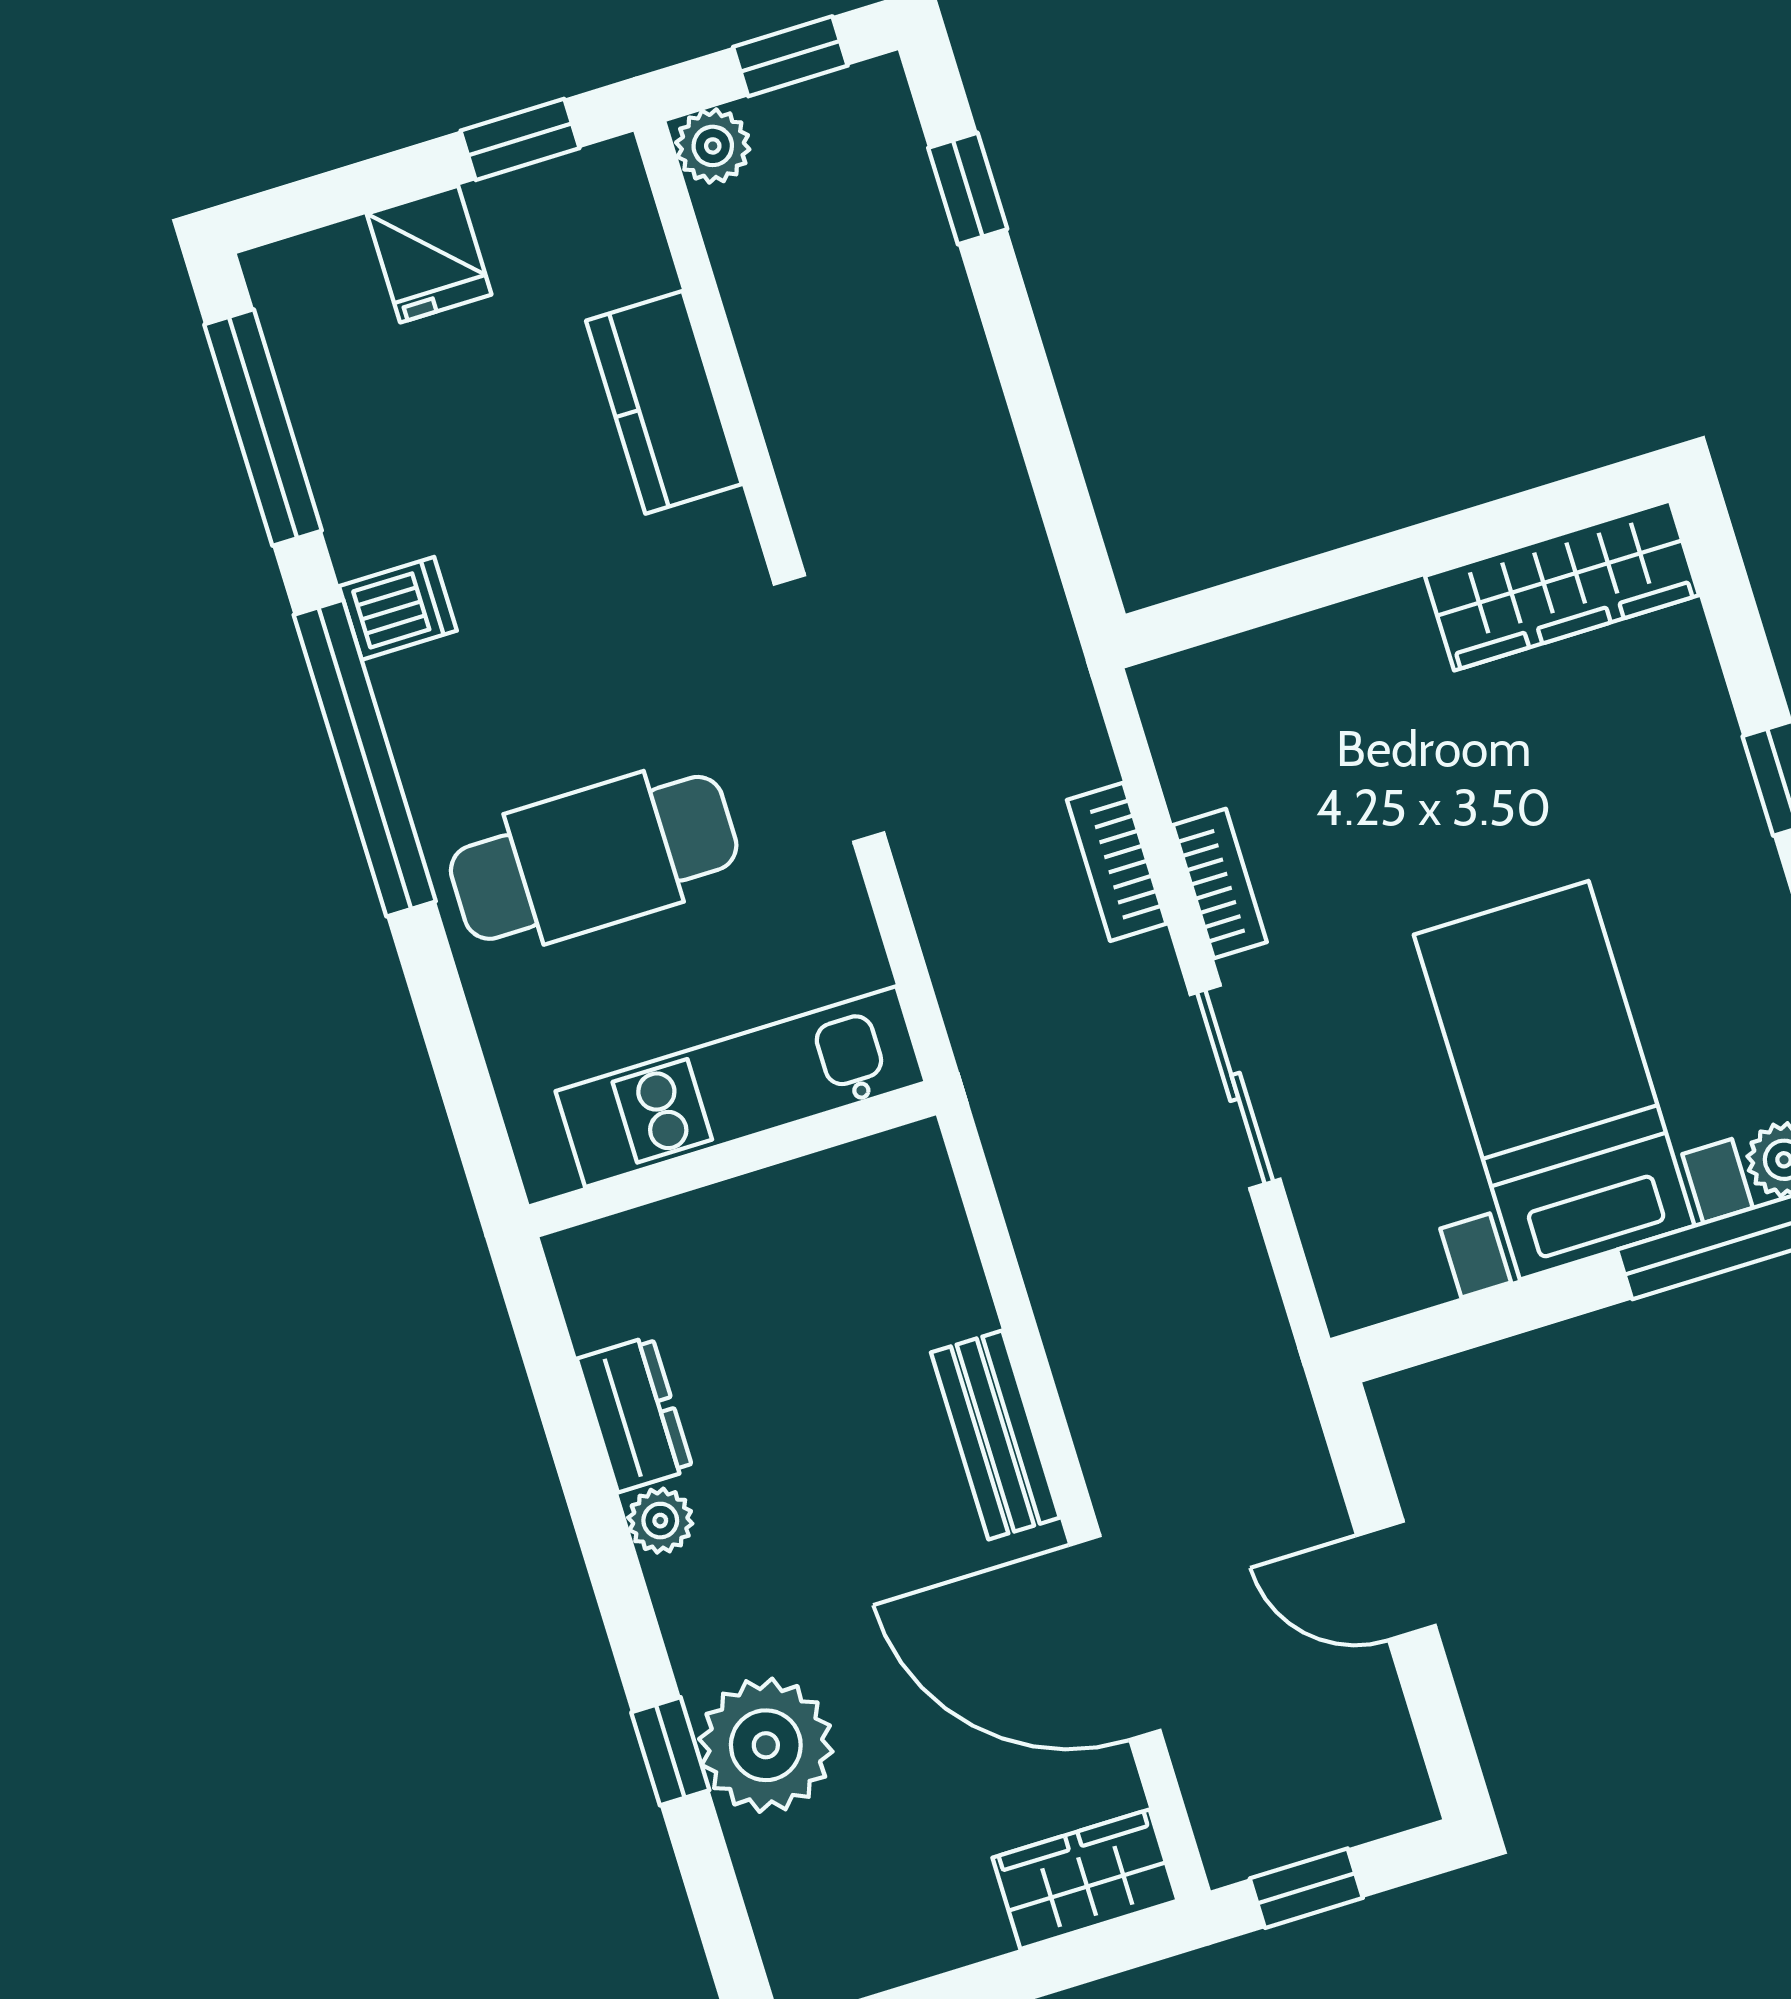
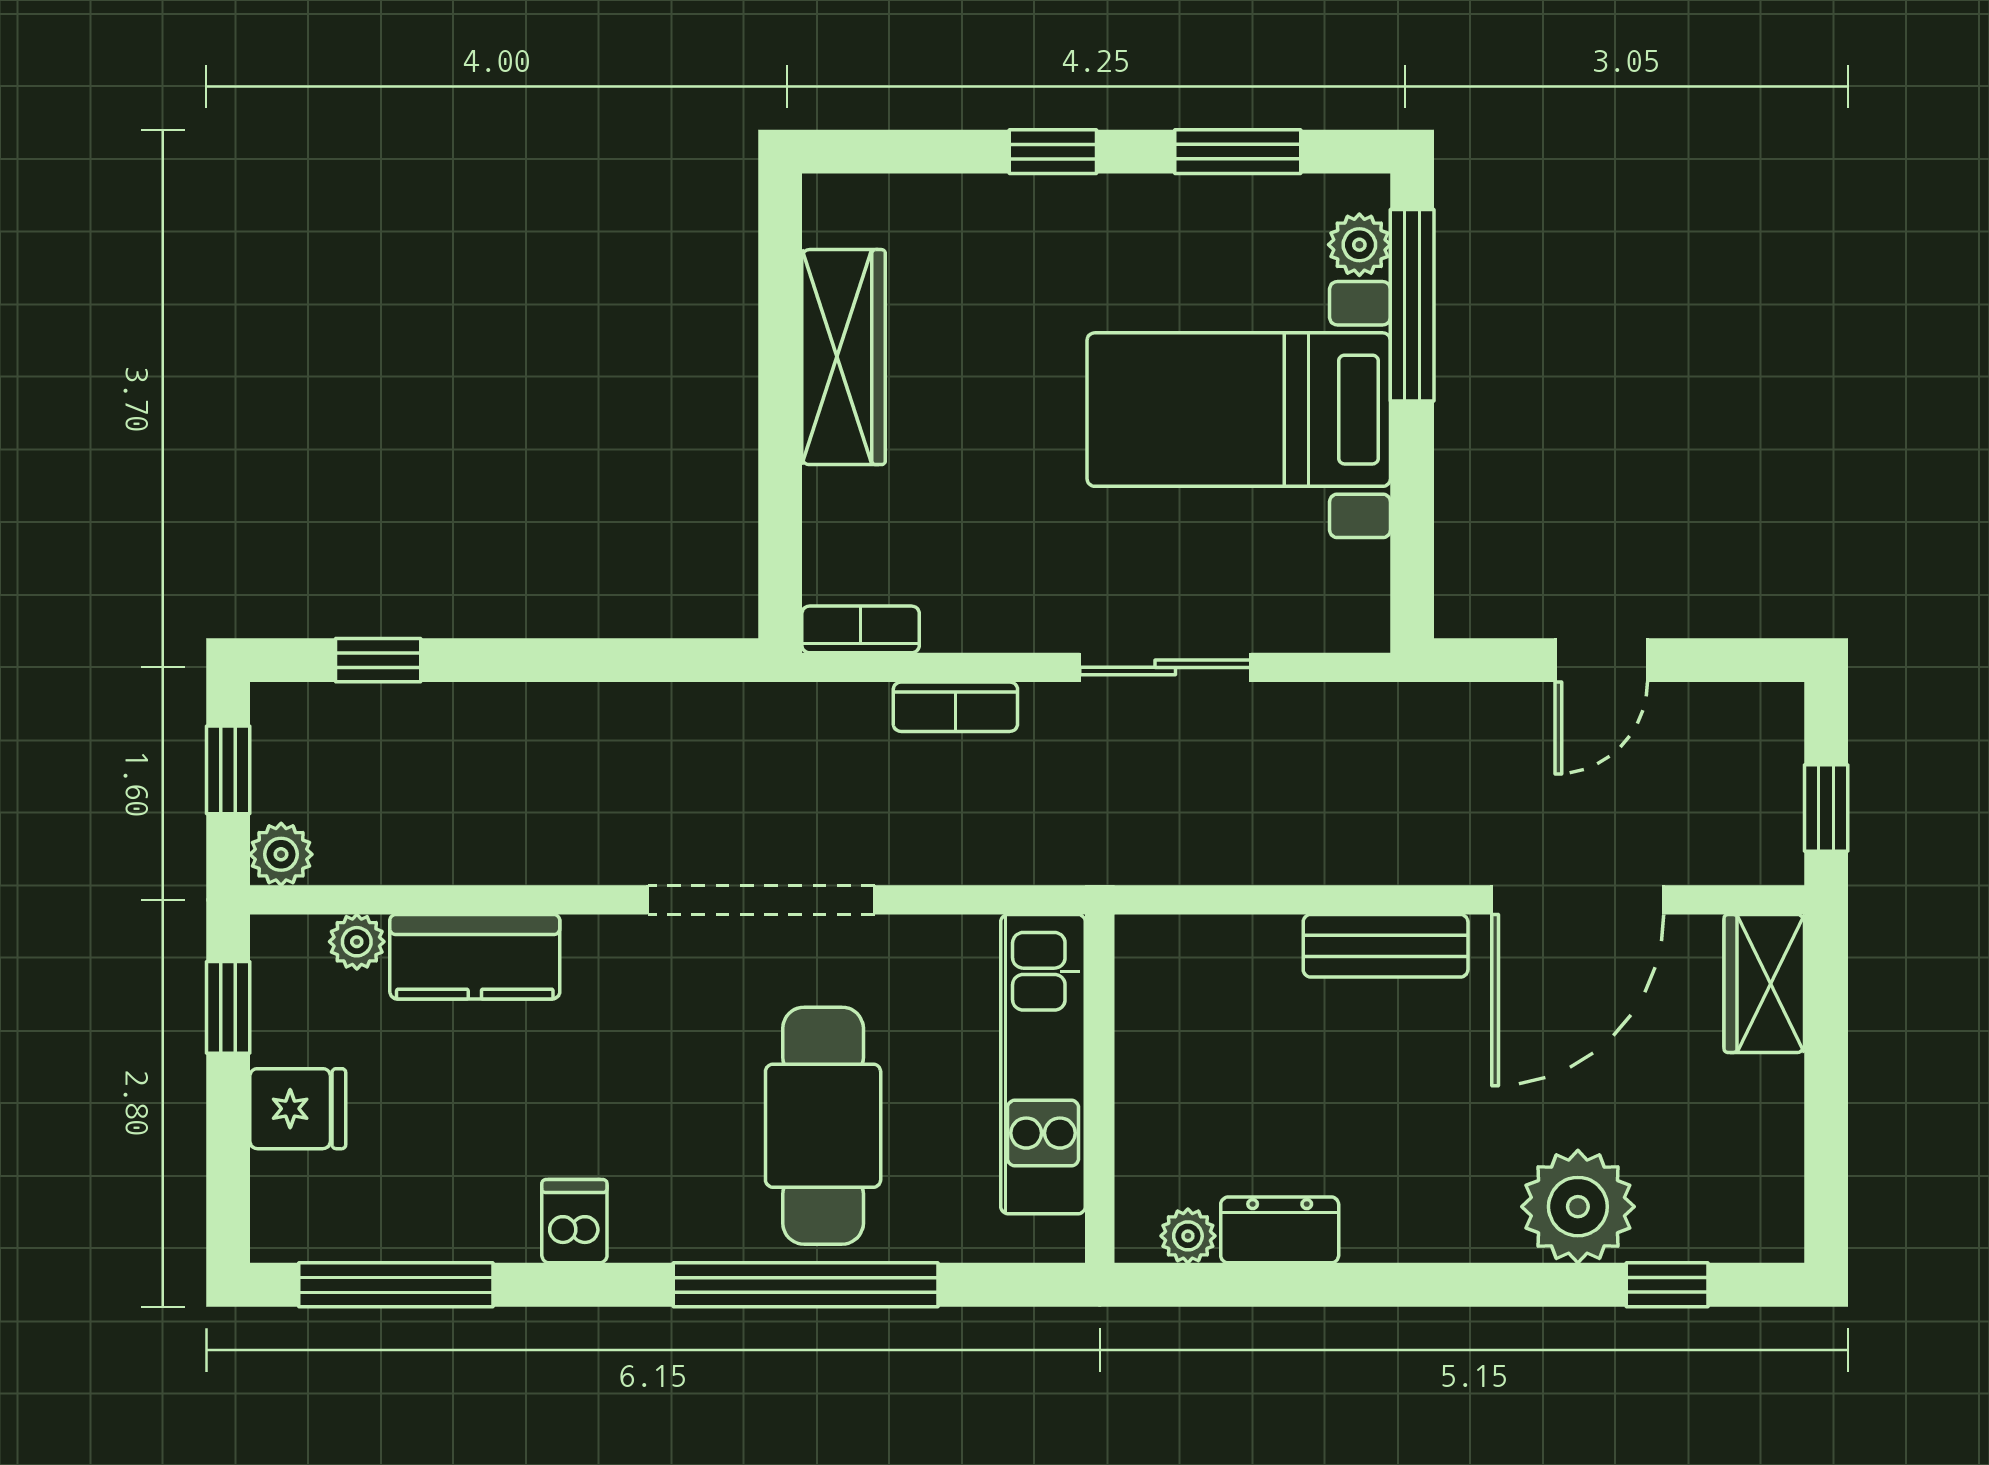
plant: (640, 263) -> (357, 942), added
wardrobe: (1562, 586) -> (844, 357), moved
window: (365, 758) -> (806, 1285), moved
bookcase: (1220, 884) -> (861, 629), moved
plant: (660, 1521) -> (1188, 1236), moved
window: (670, 1751) -> (1667, 1285), moved

